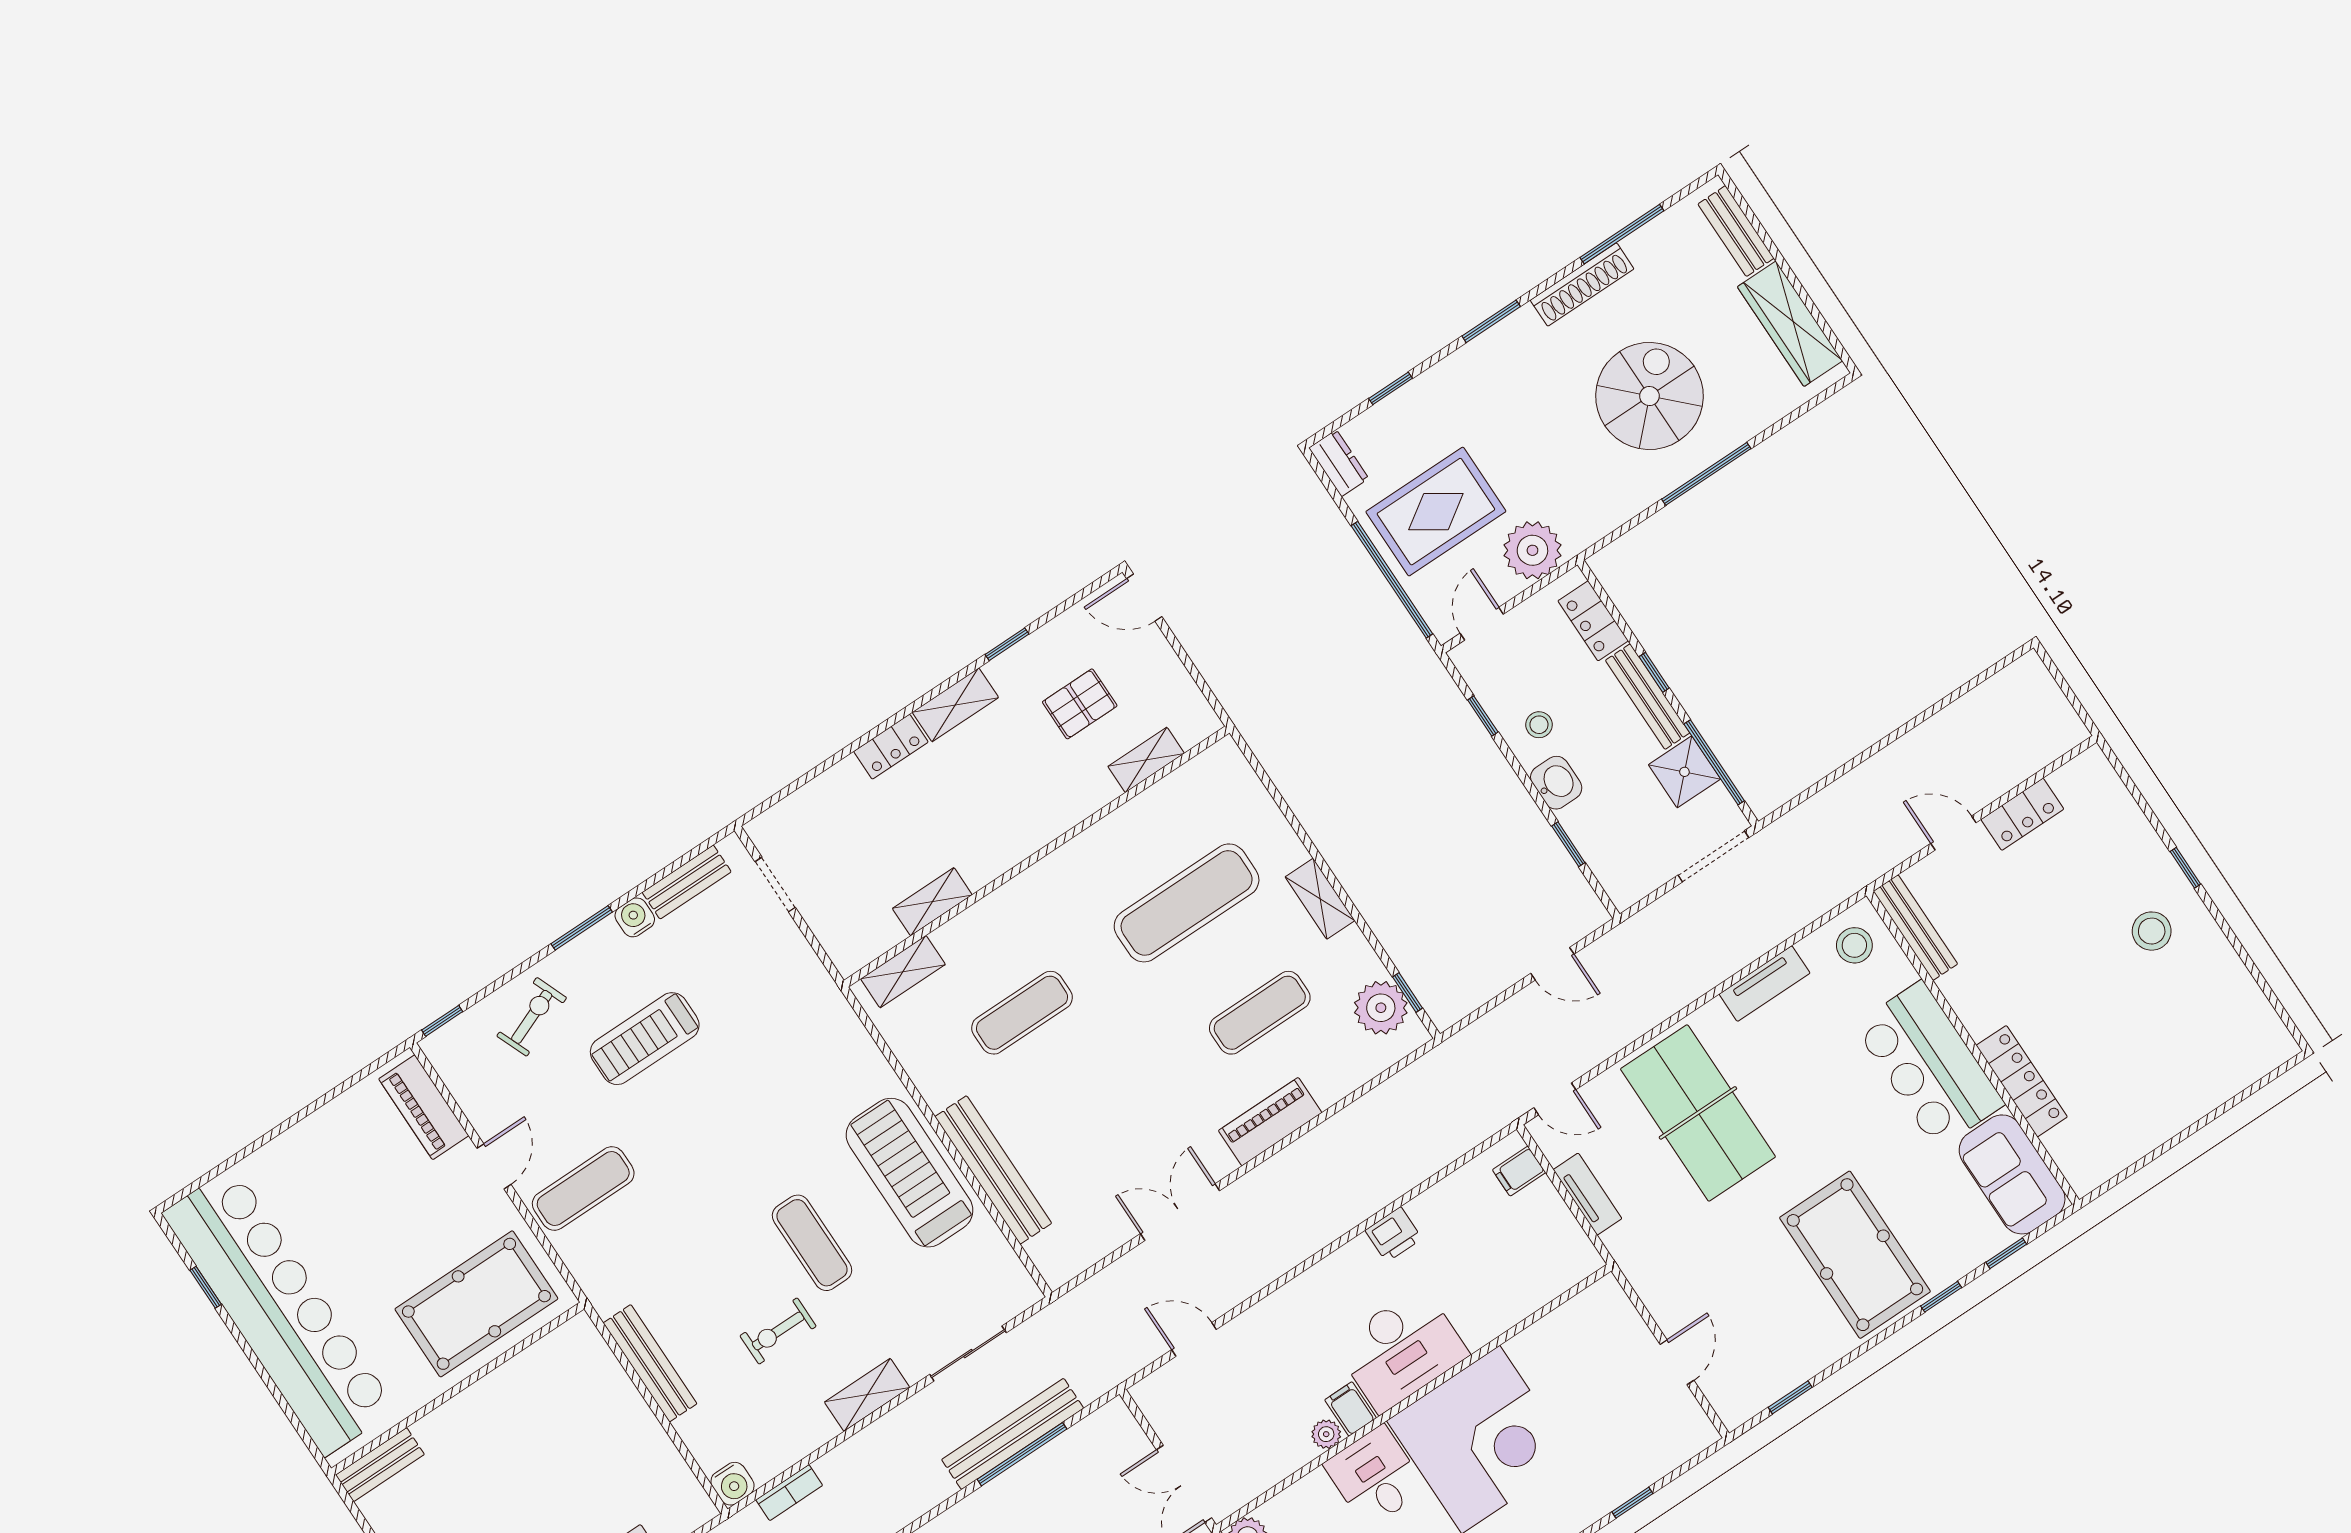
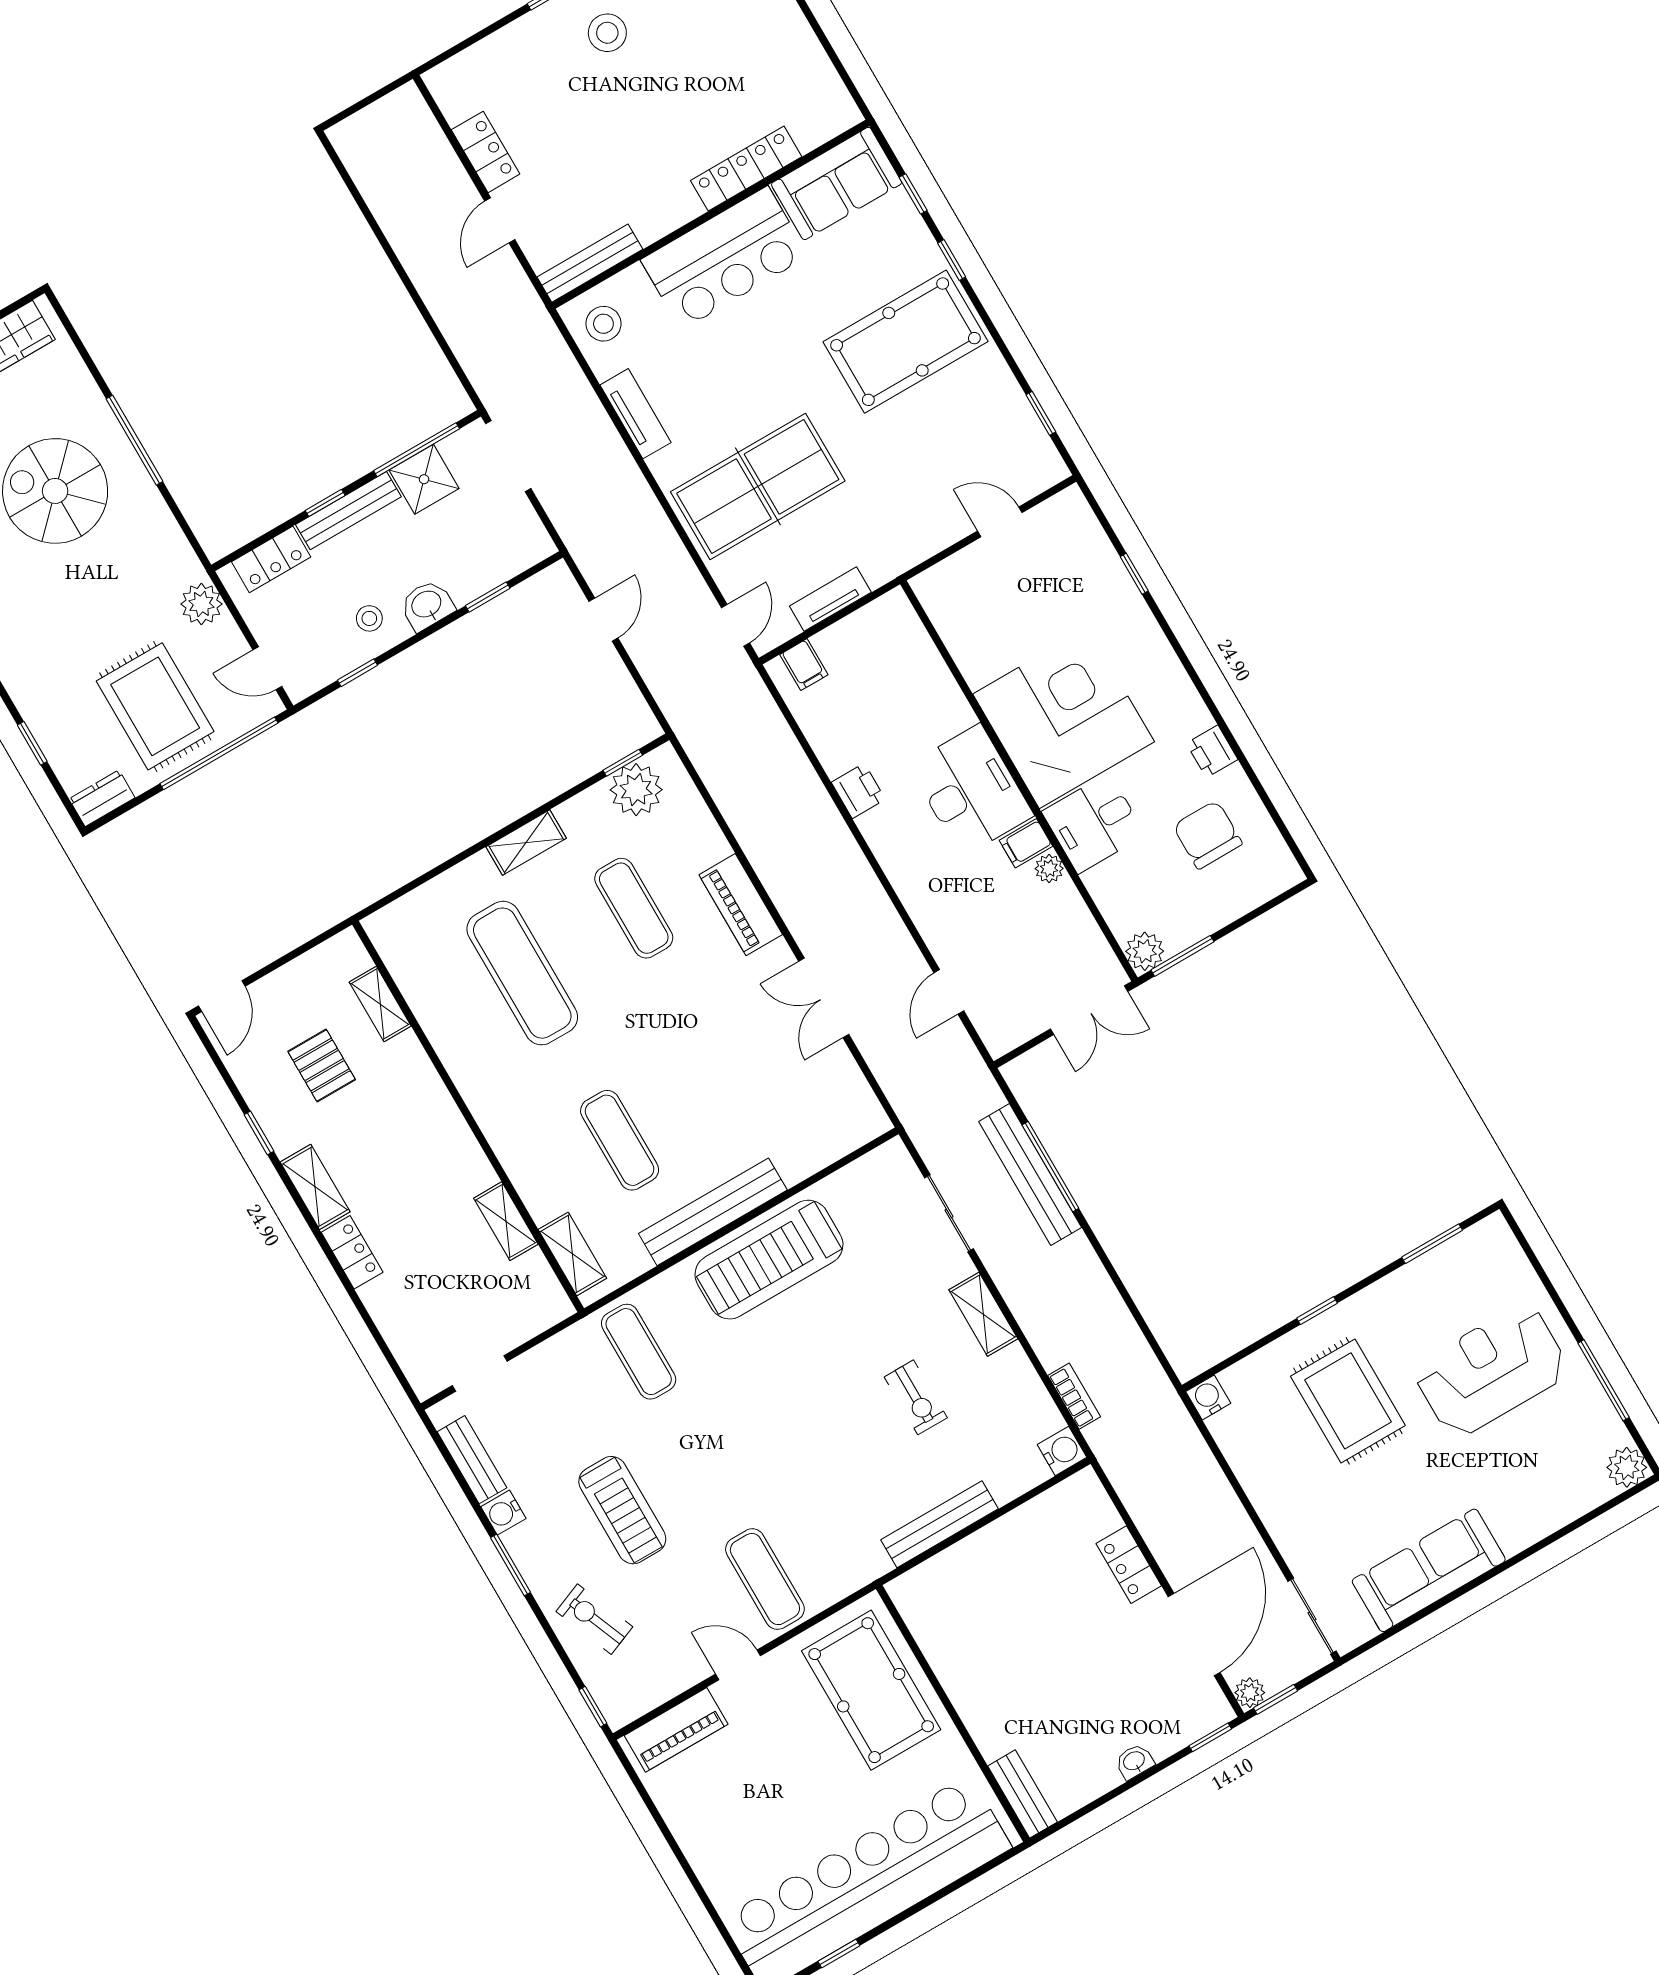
plant: (1532, 550) -> (201, 604), width x0.73, depth x0.73
bench: (993, 1170) -> (713, 1212), moved
exercise mat: (812, 1243) -> (639, 1352), moved, turned 90

